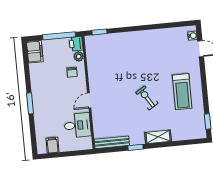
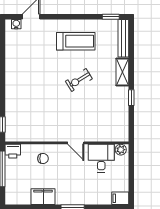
filing cabinet: (35, 52) -> (43, 197), moved
plant: (79, 56) -> (121, 150), moved
bench: (112, 142) -> (123, 38), moved
filing cabinet: (53, 145) -> (120, 198), moved

